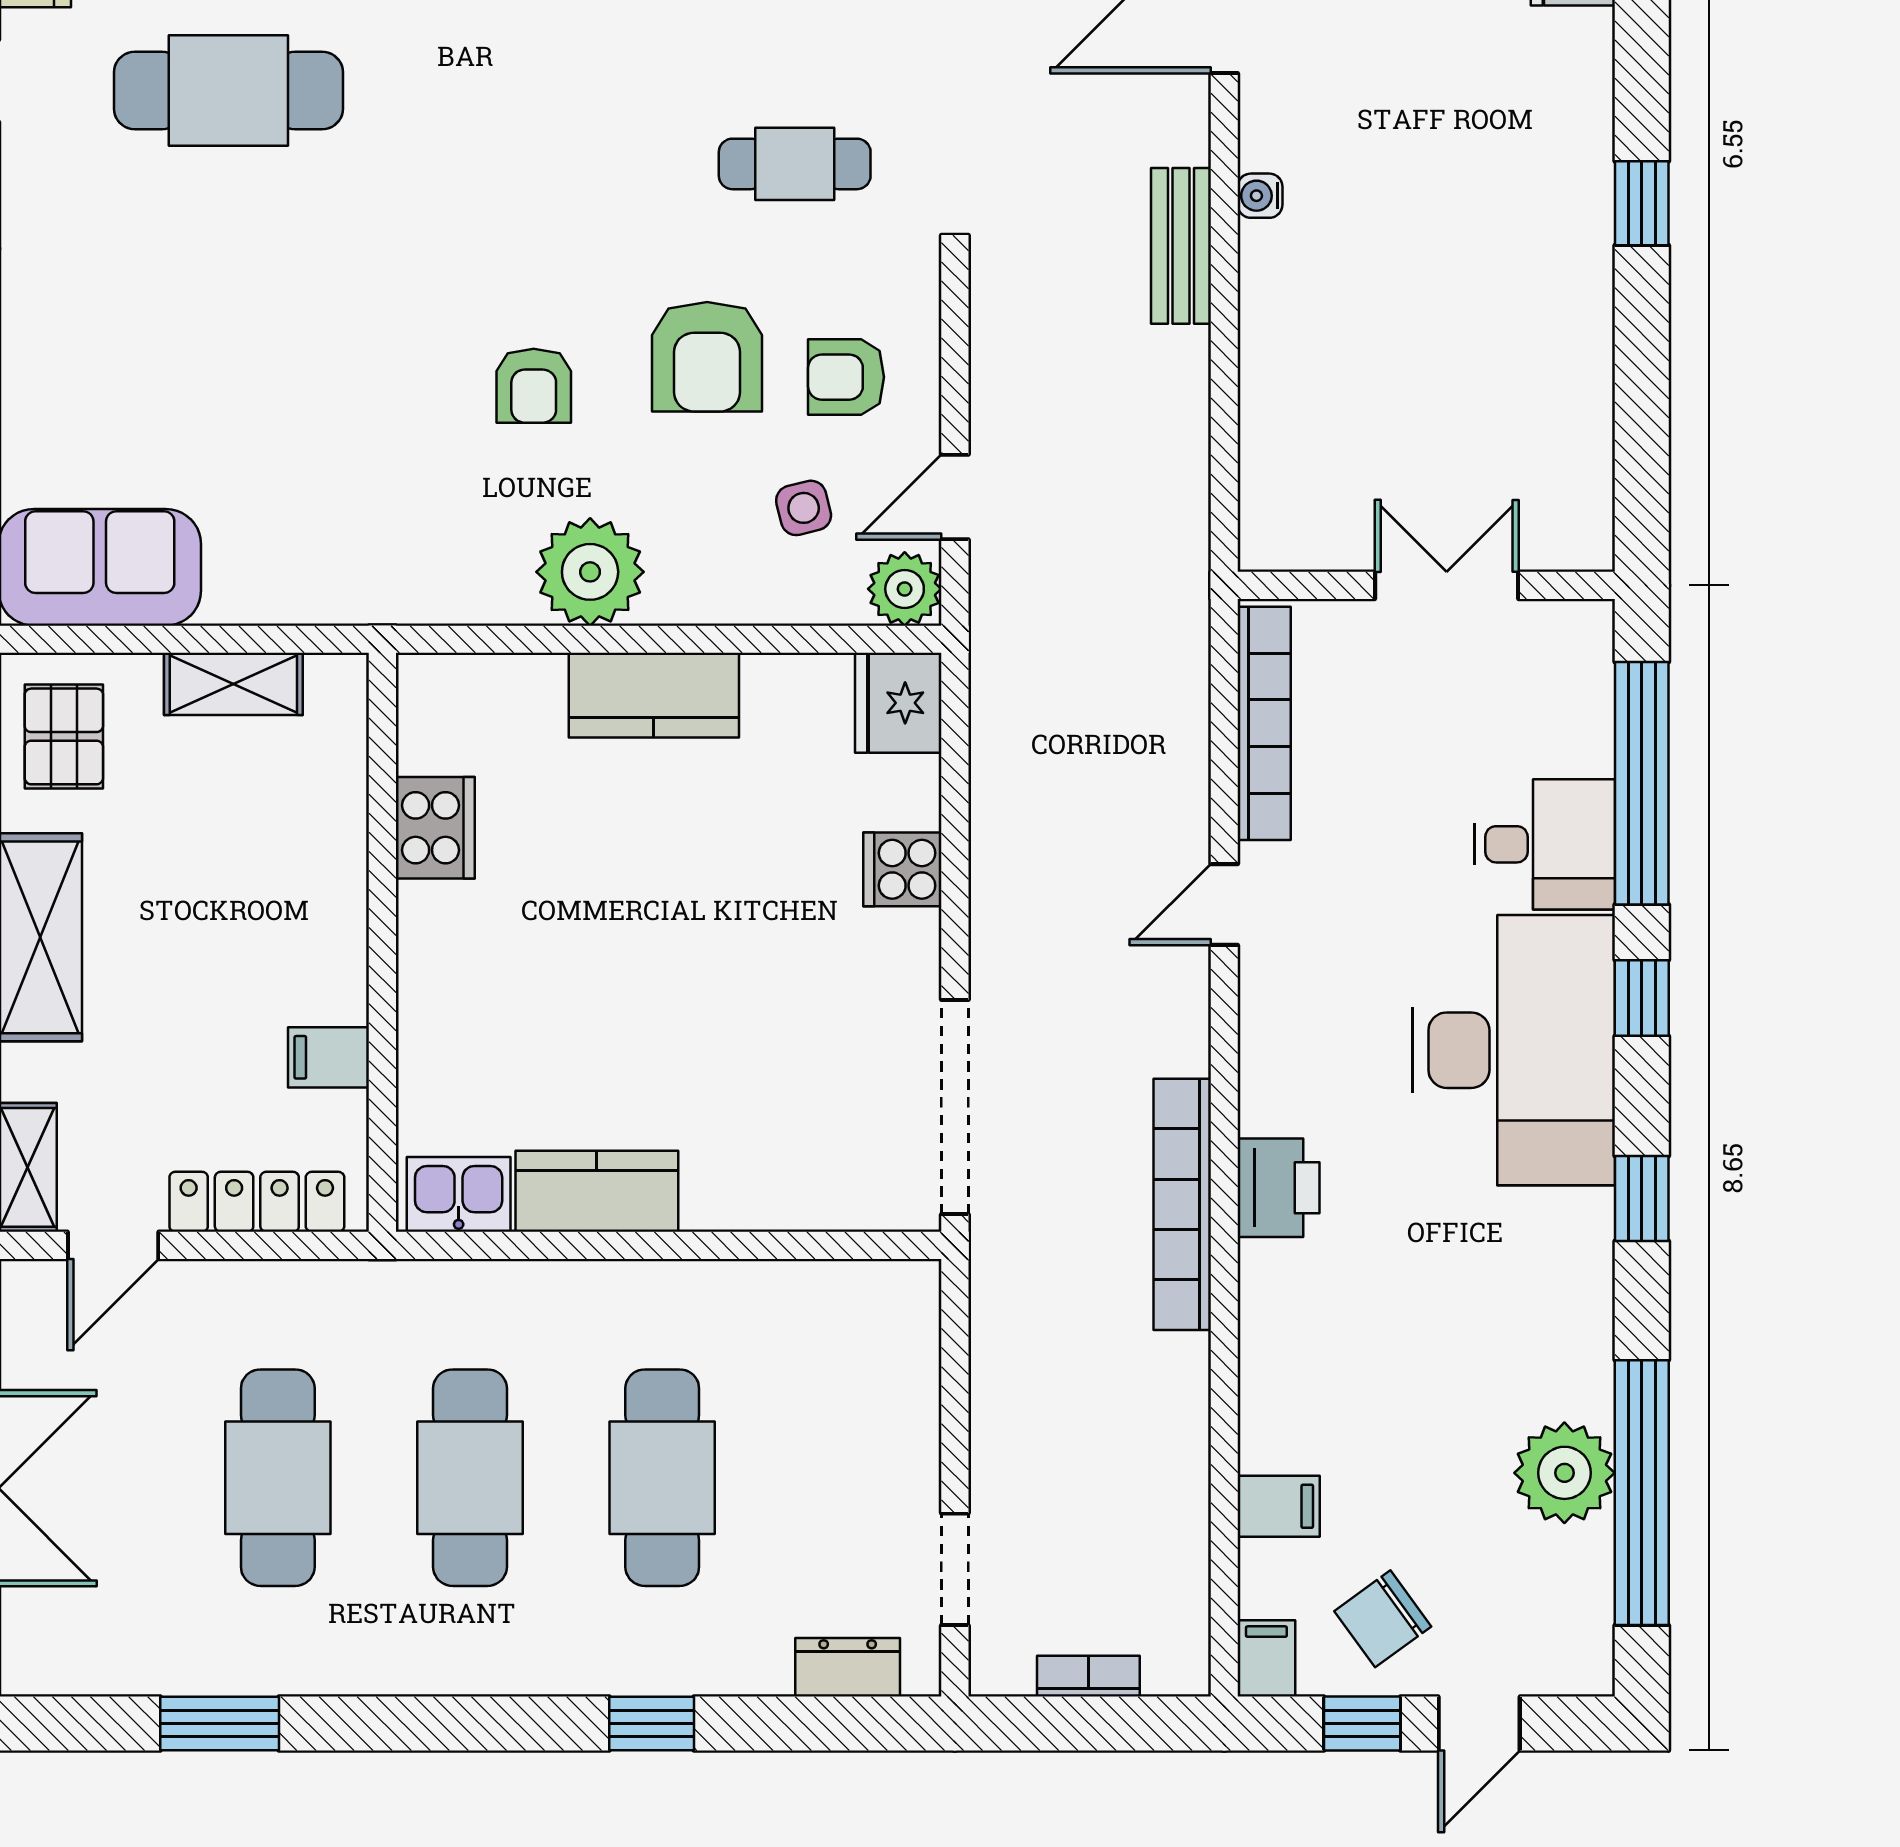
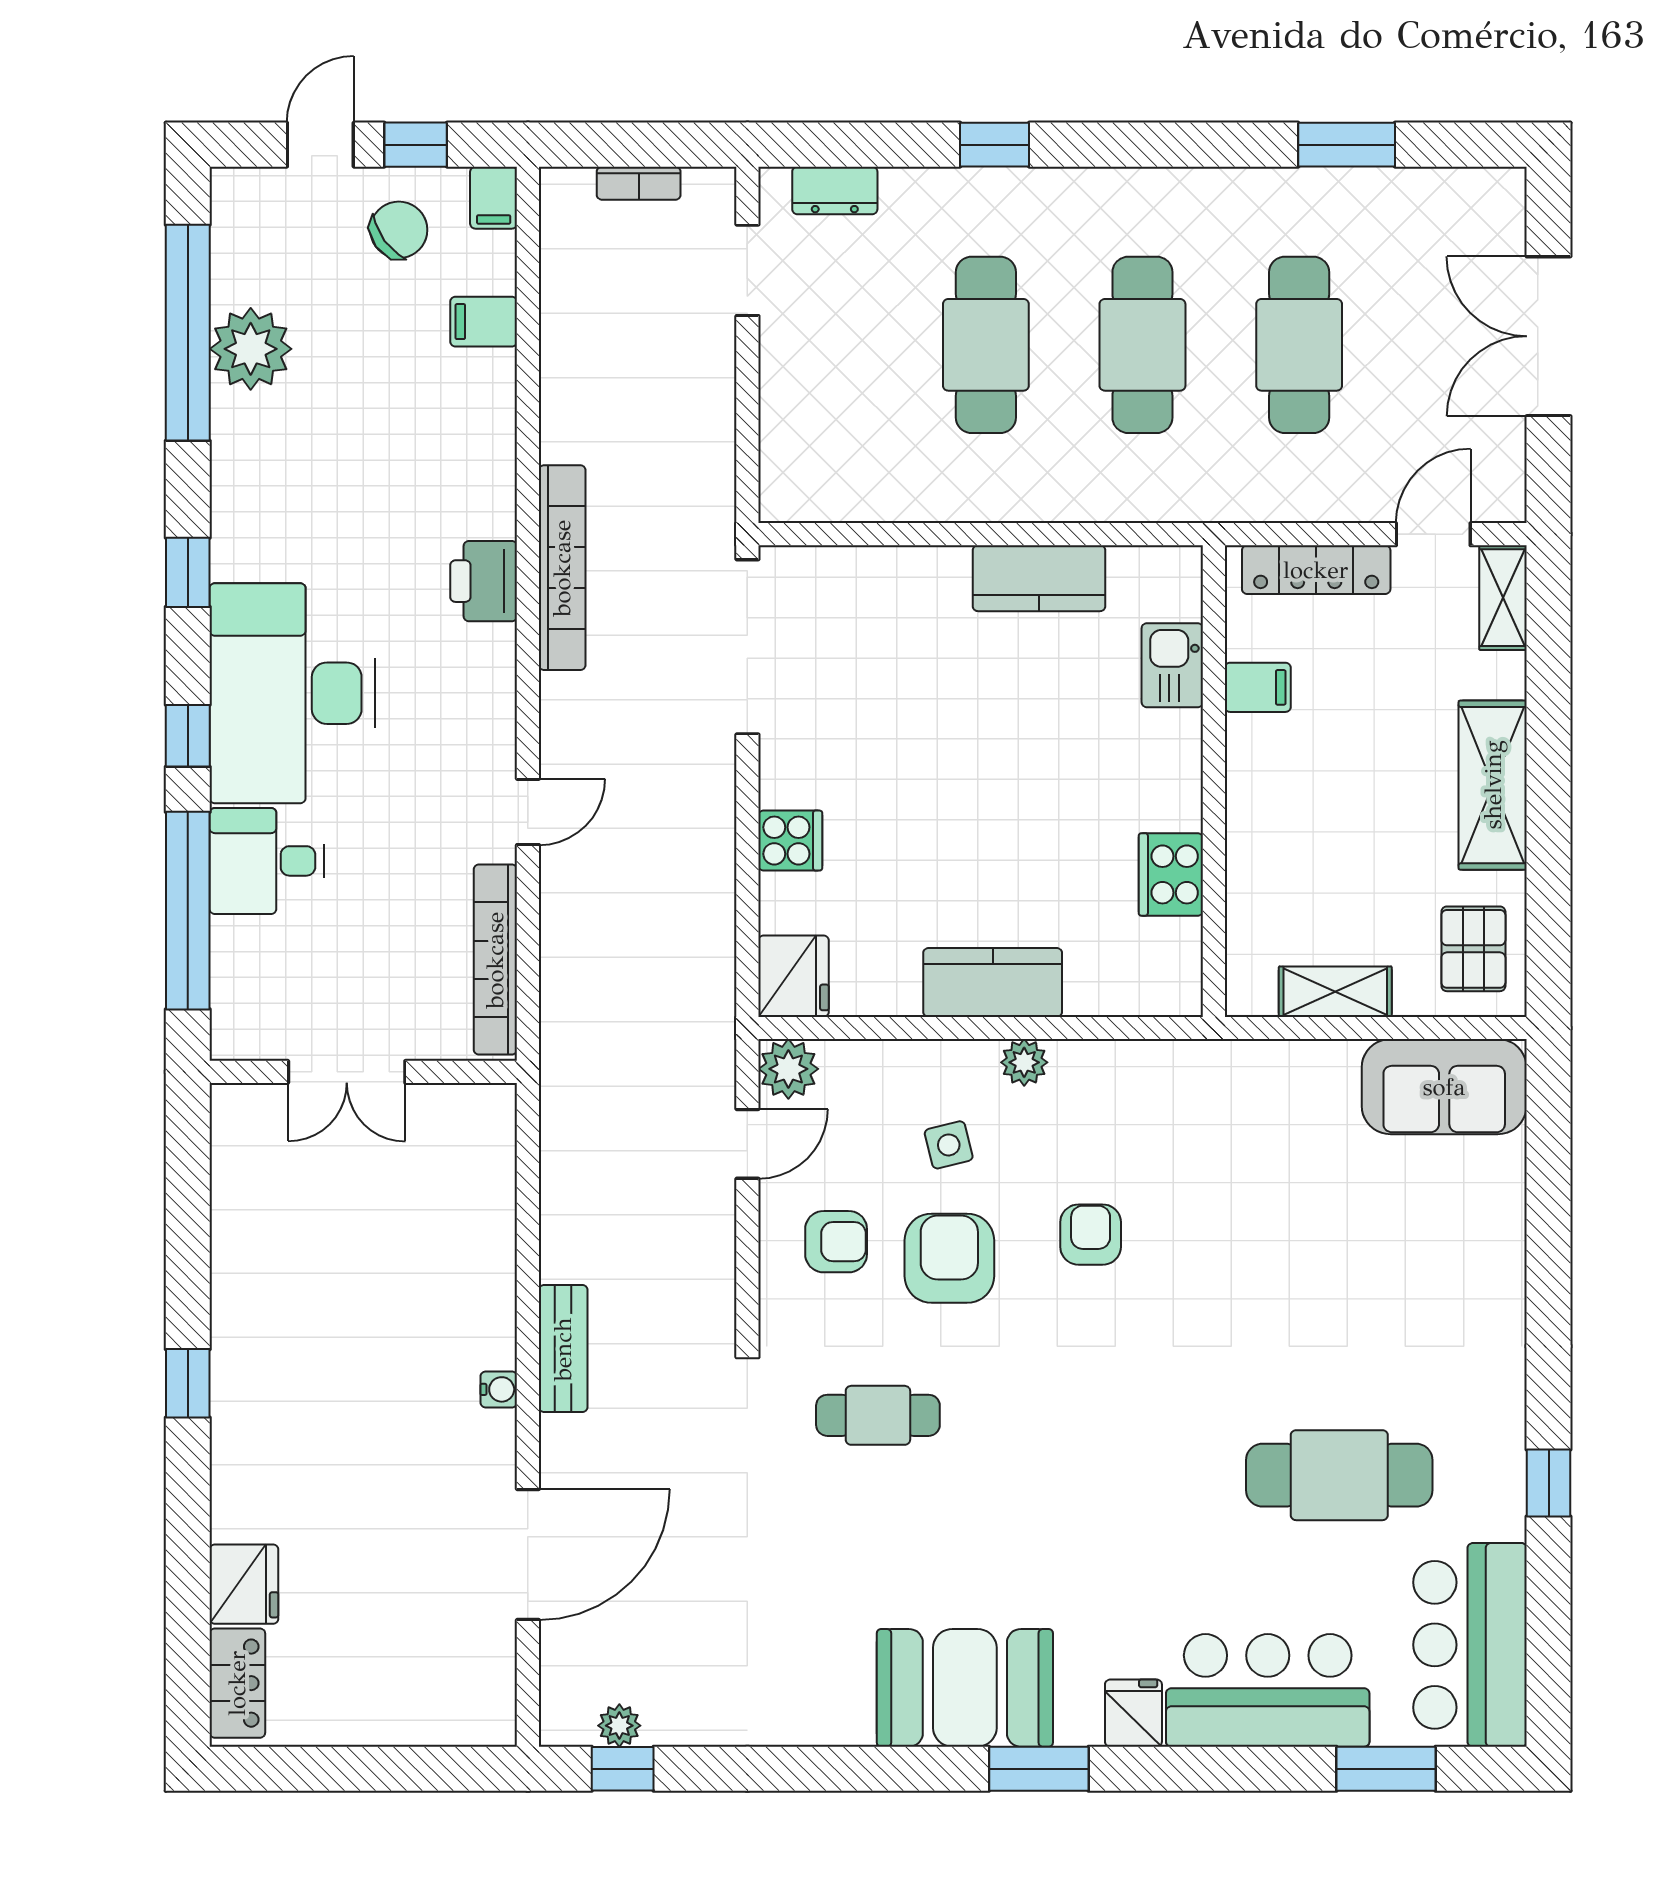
side table: (804, 508) -> (949, 1145), moved
plant: (590, 572) -> (1024, 1062), width x0.53, depth x0.53
kitchen sink: (459, 1194) -> (1172, 665), moved, turned 90

